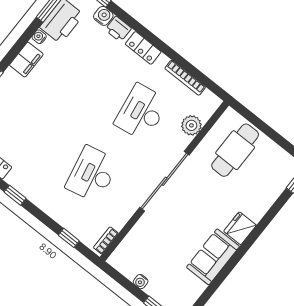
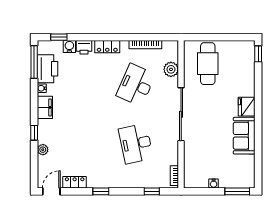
desk: (141, 112) -> (136, 85), turned 33

